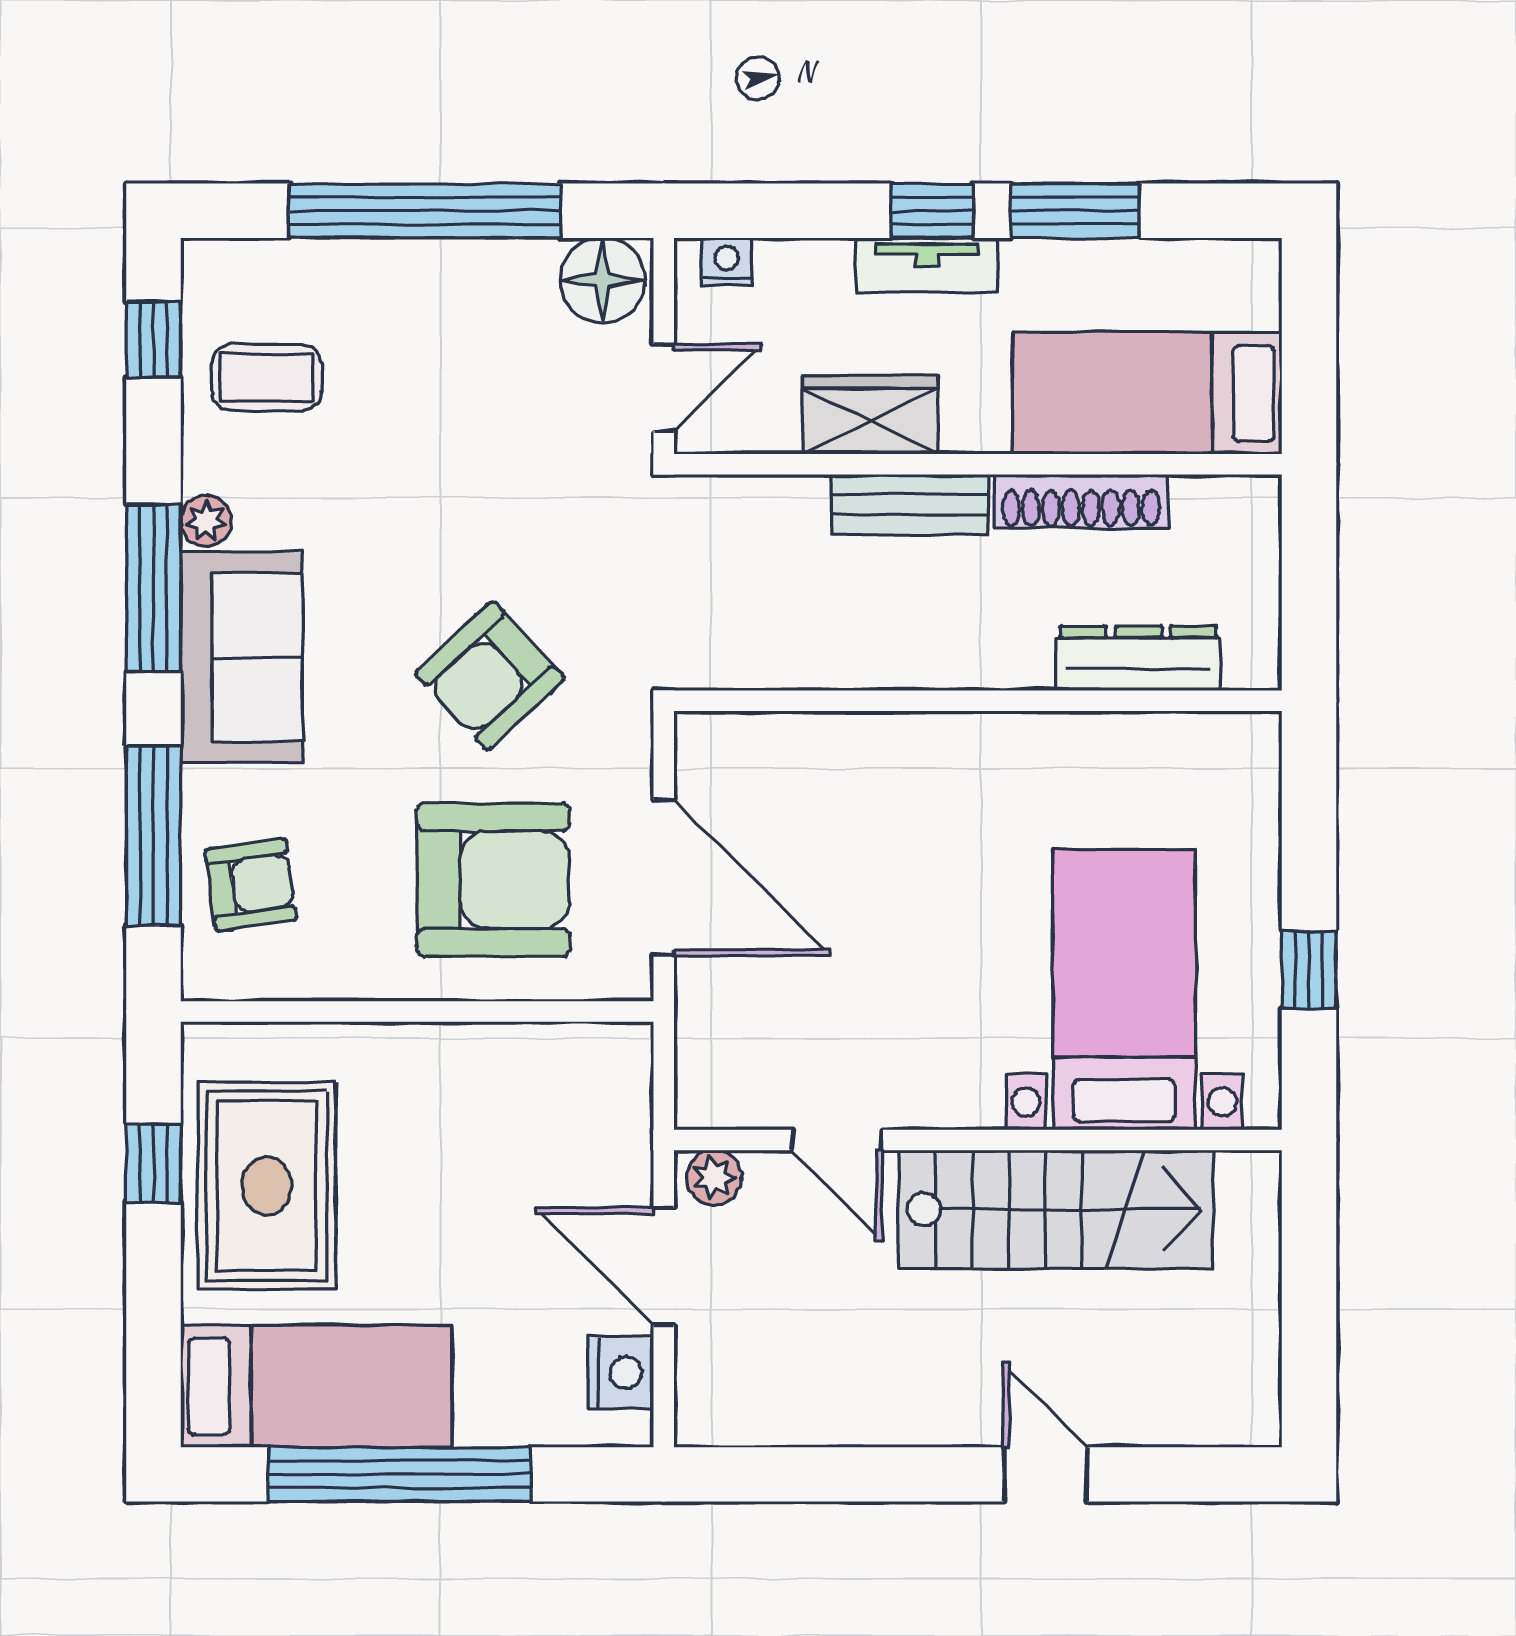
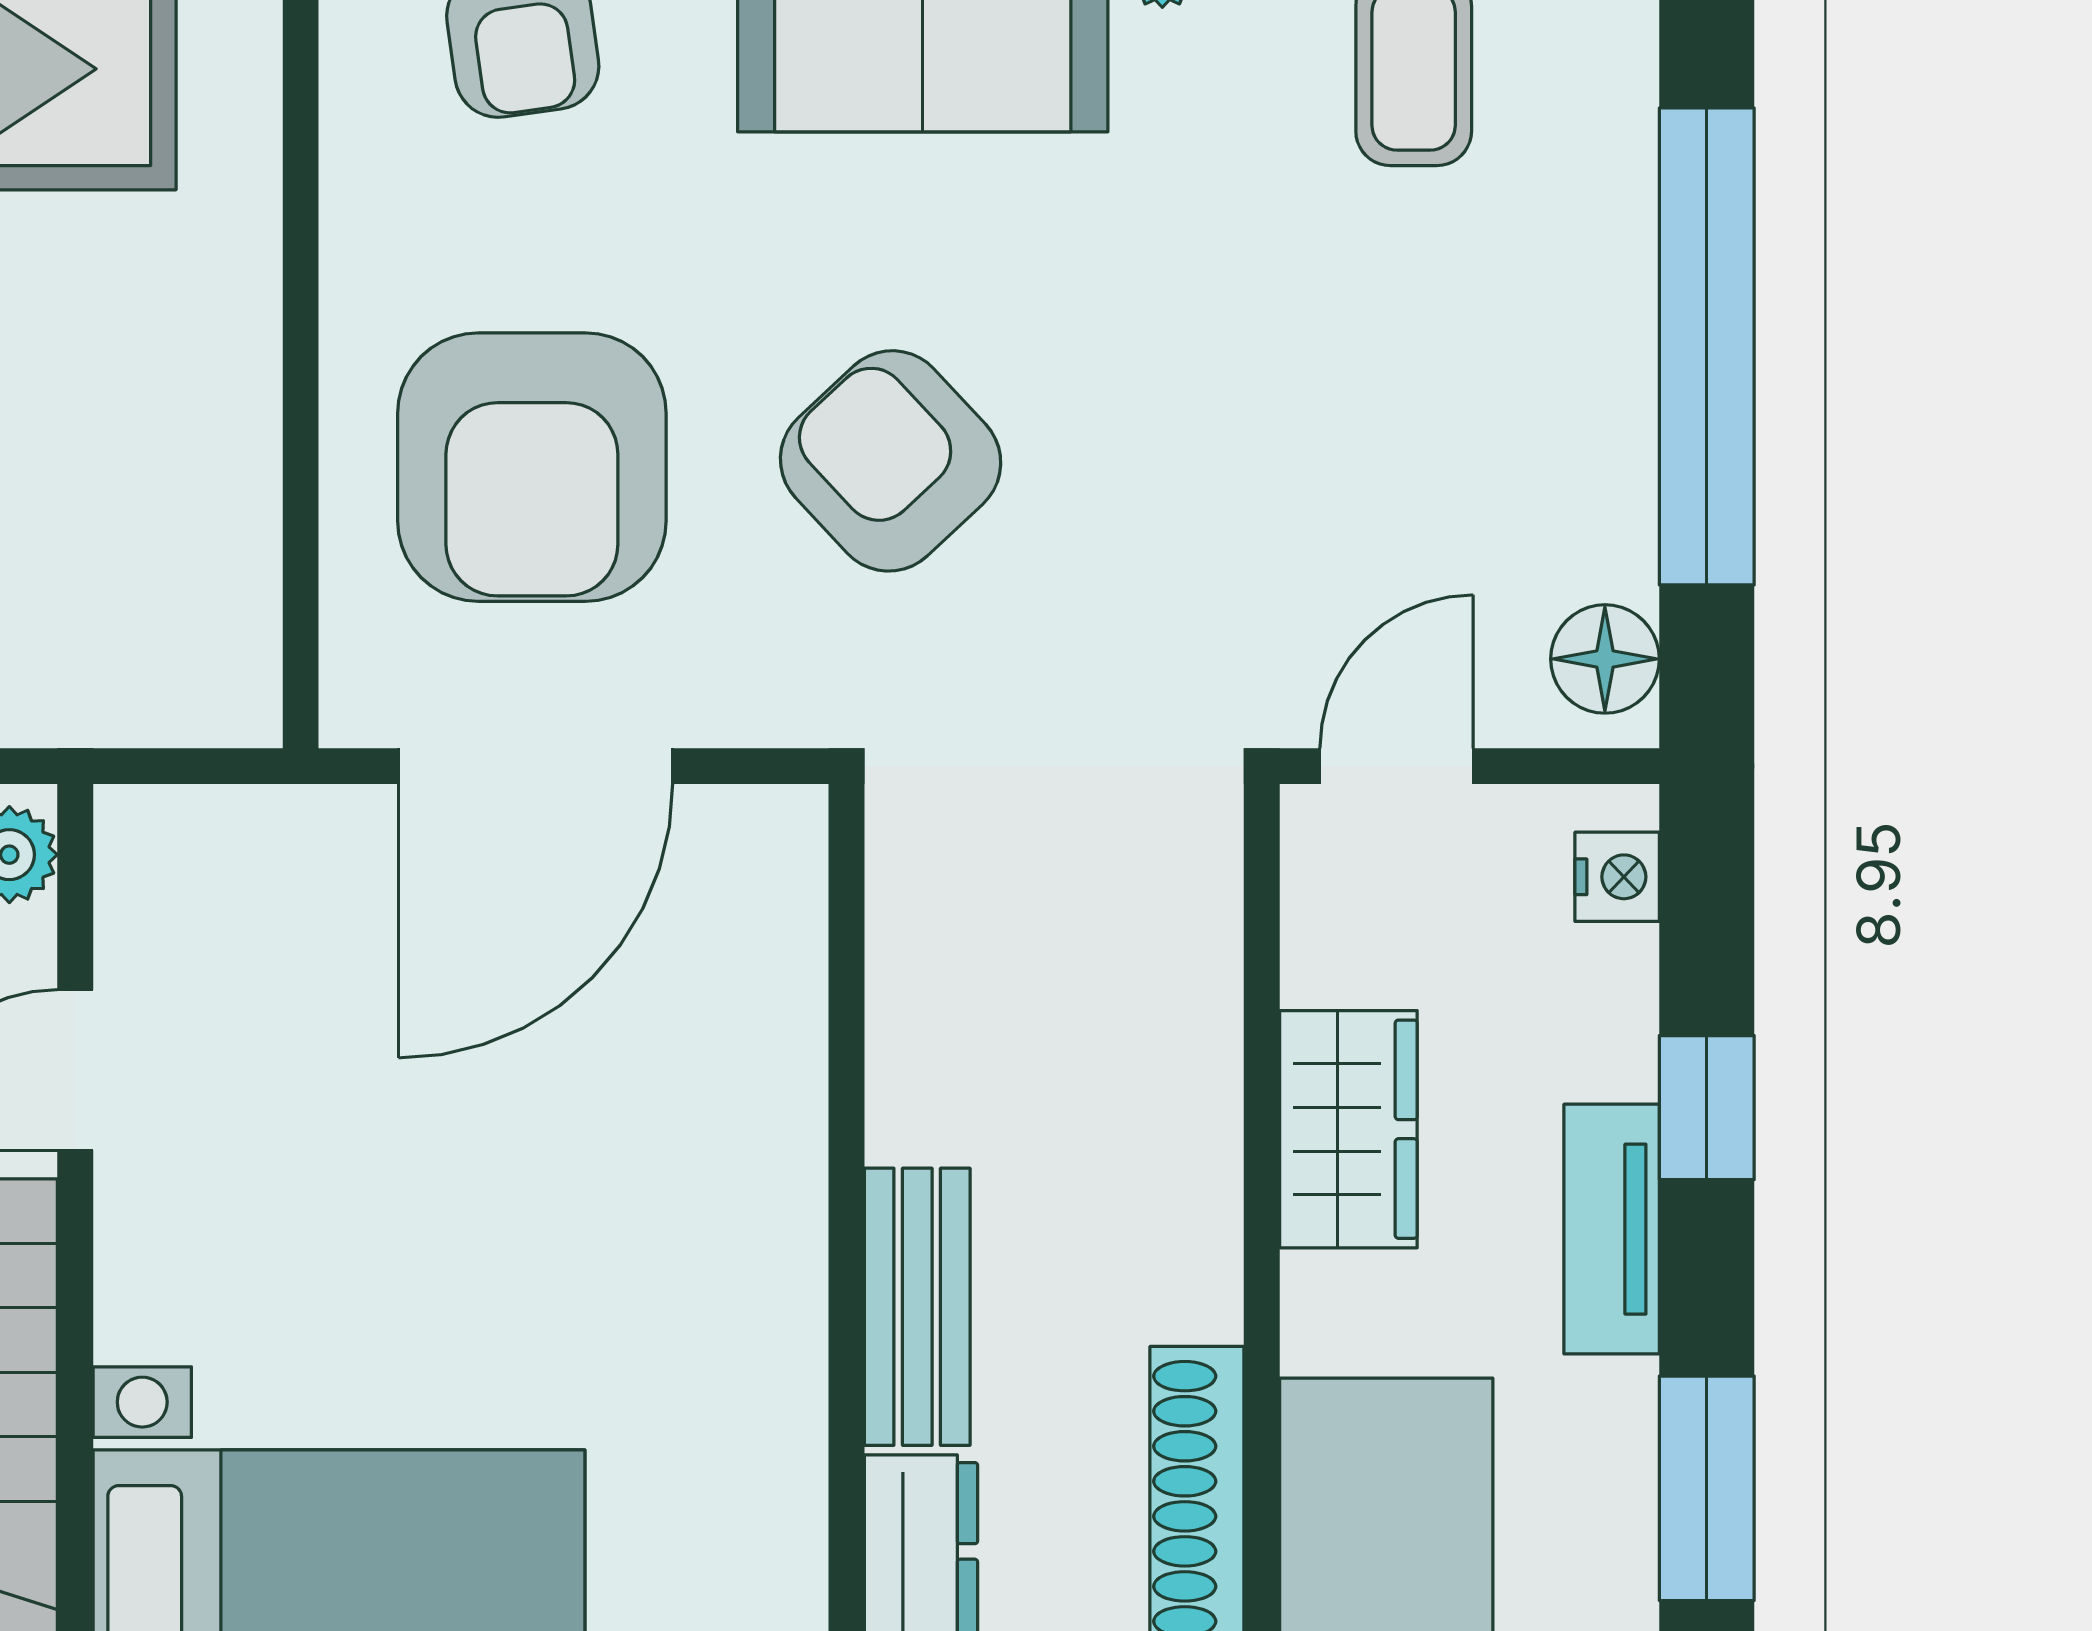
window: (932, 211) -> (1707, 1108), moved
floor lamp: (603, 280) -> (1605, 659), width x0.73, depth x0.73
door: (664, 387) -> (1397, 766), swing flipped
bench: (910, 504) -> (917, 1307), moved

